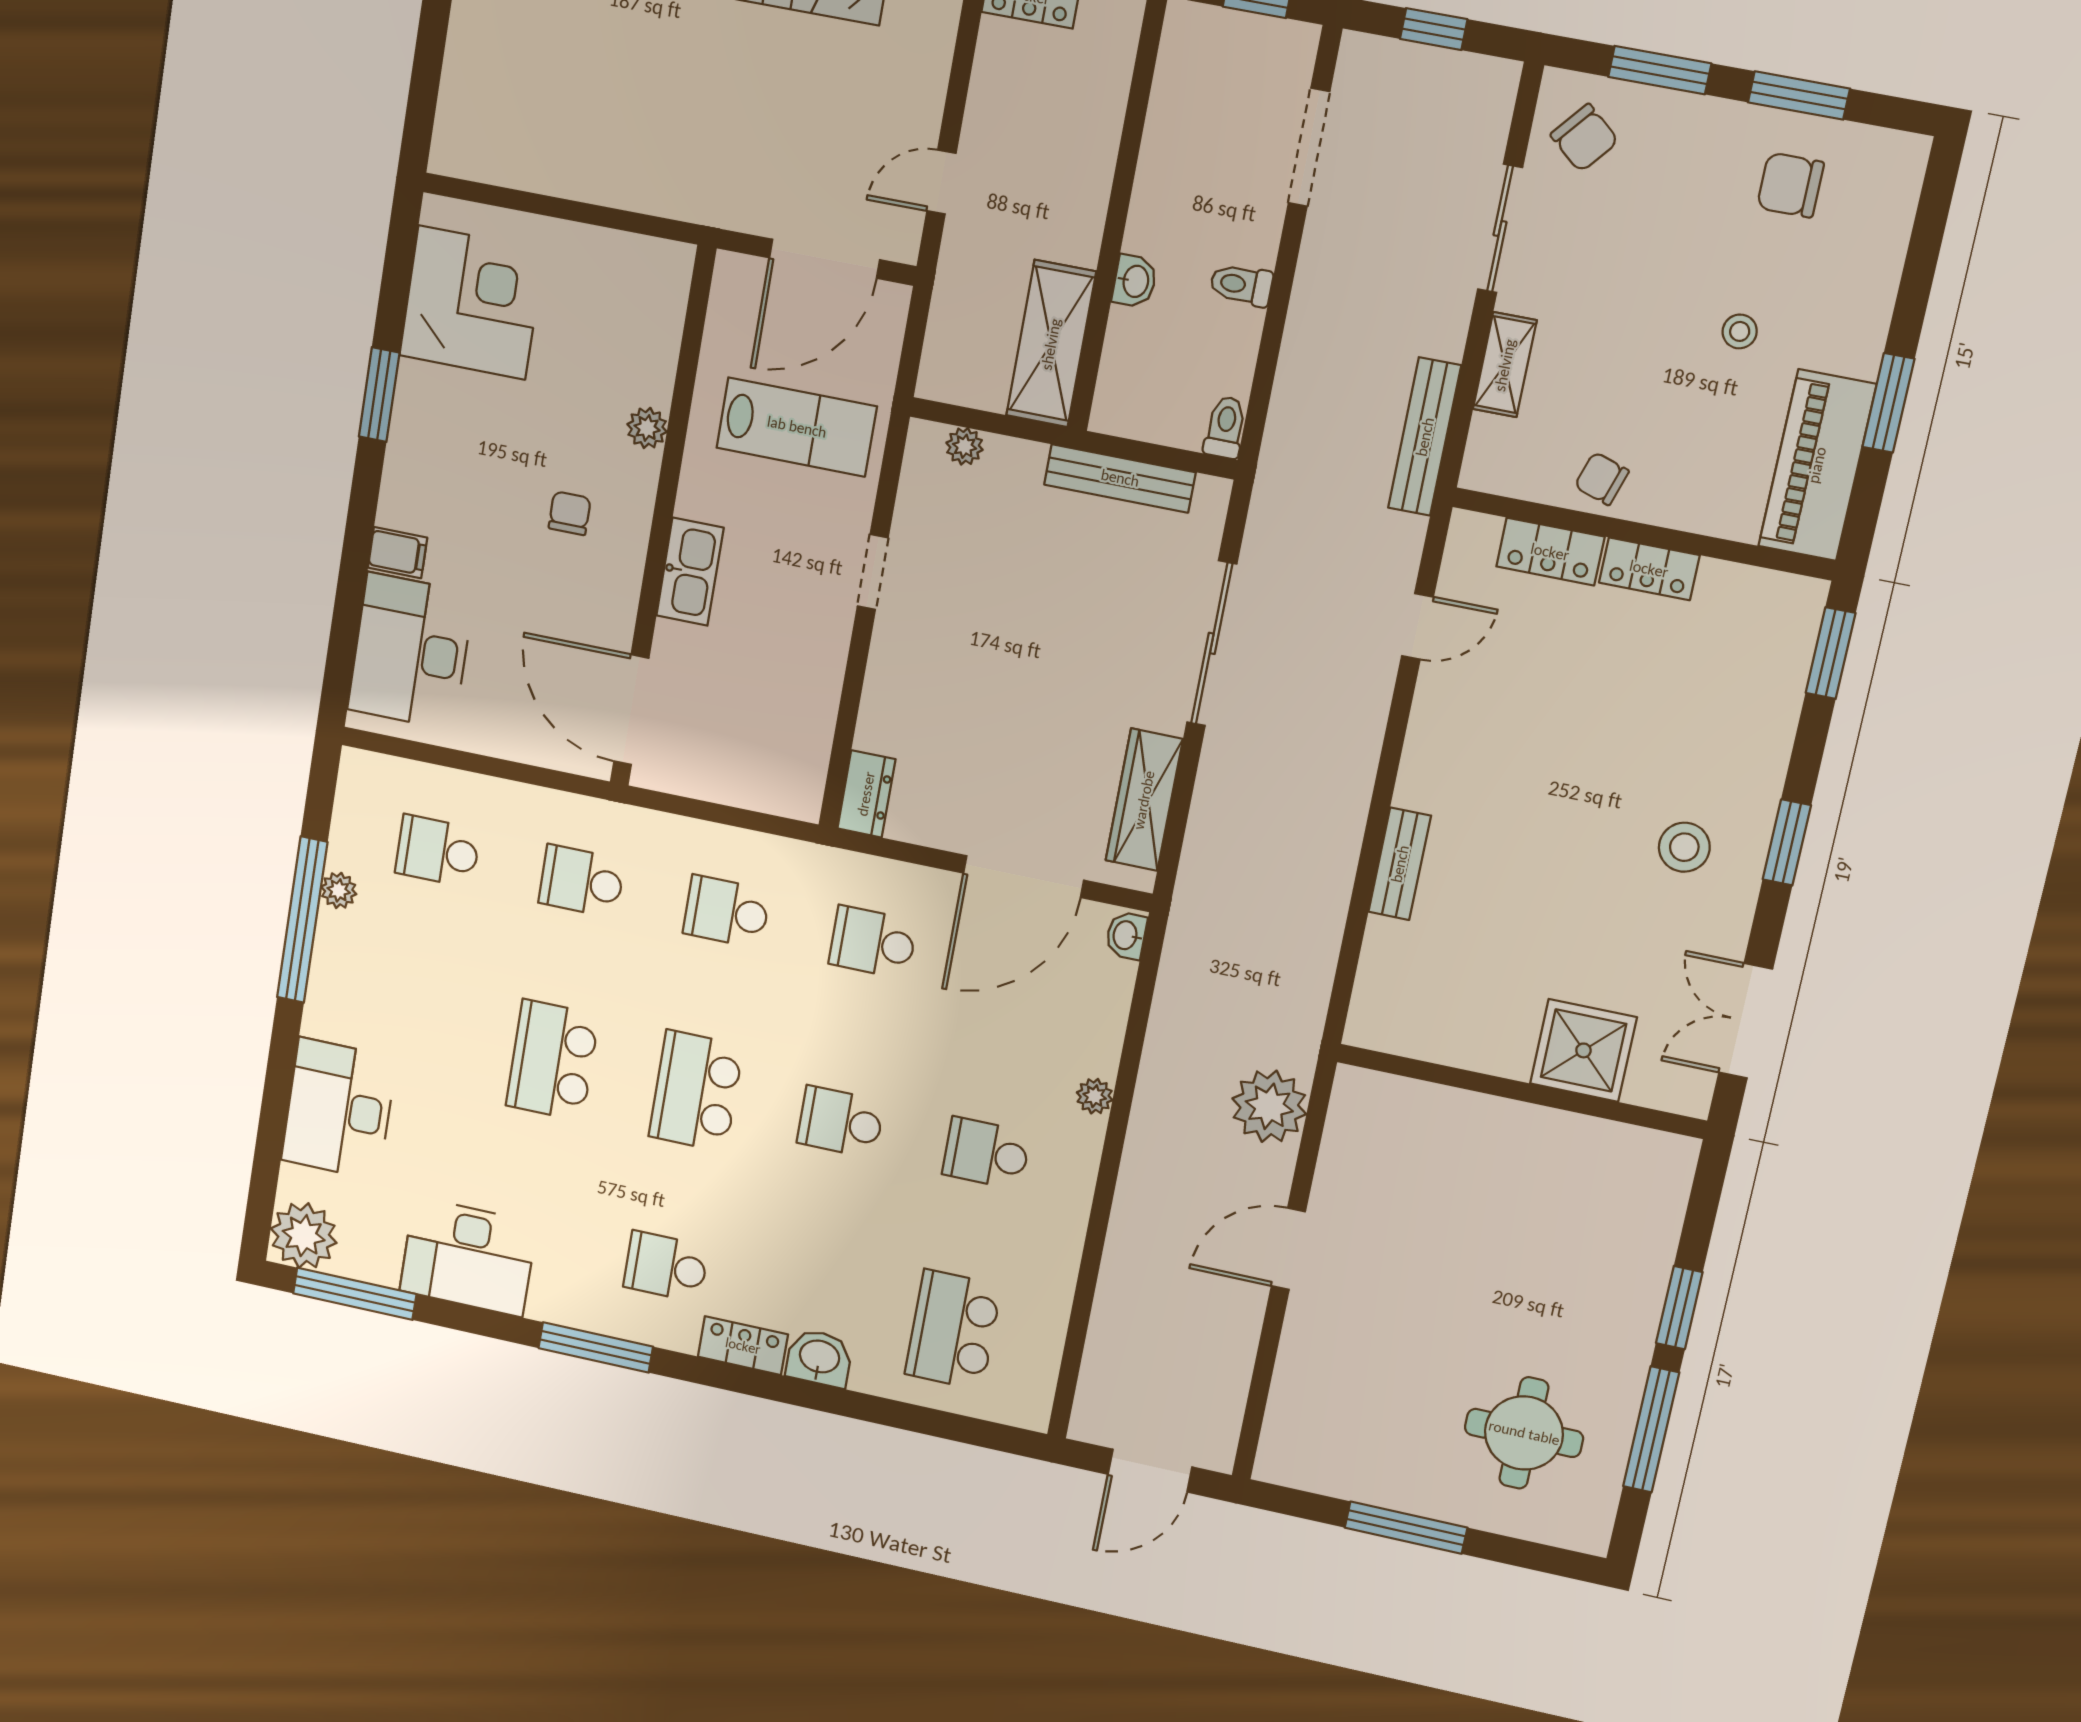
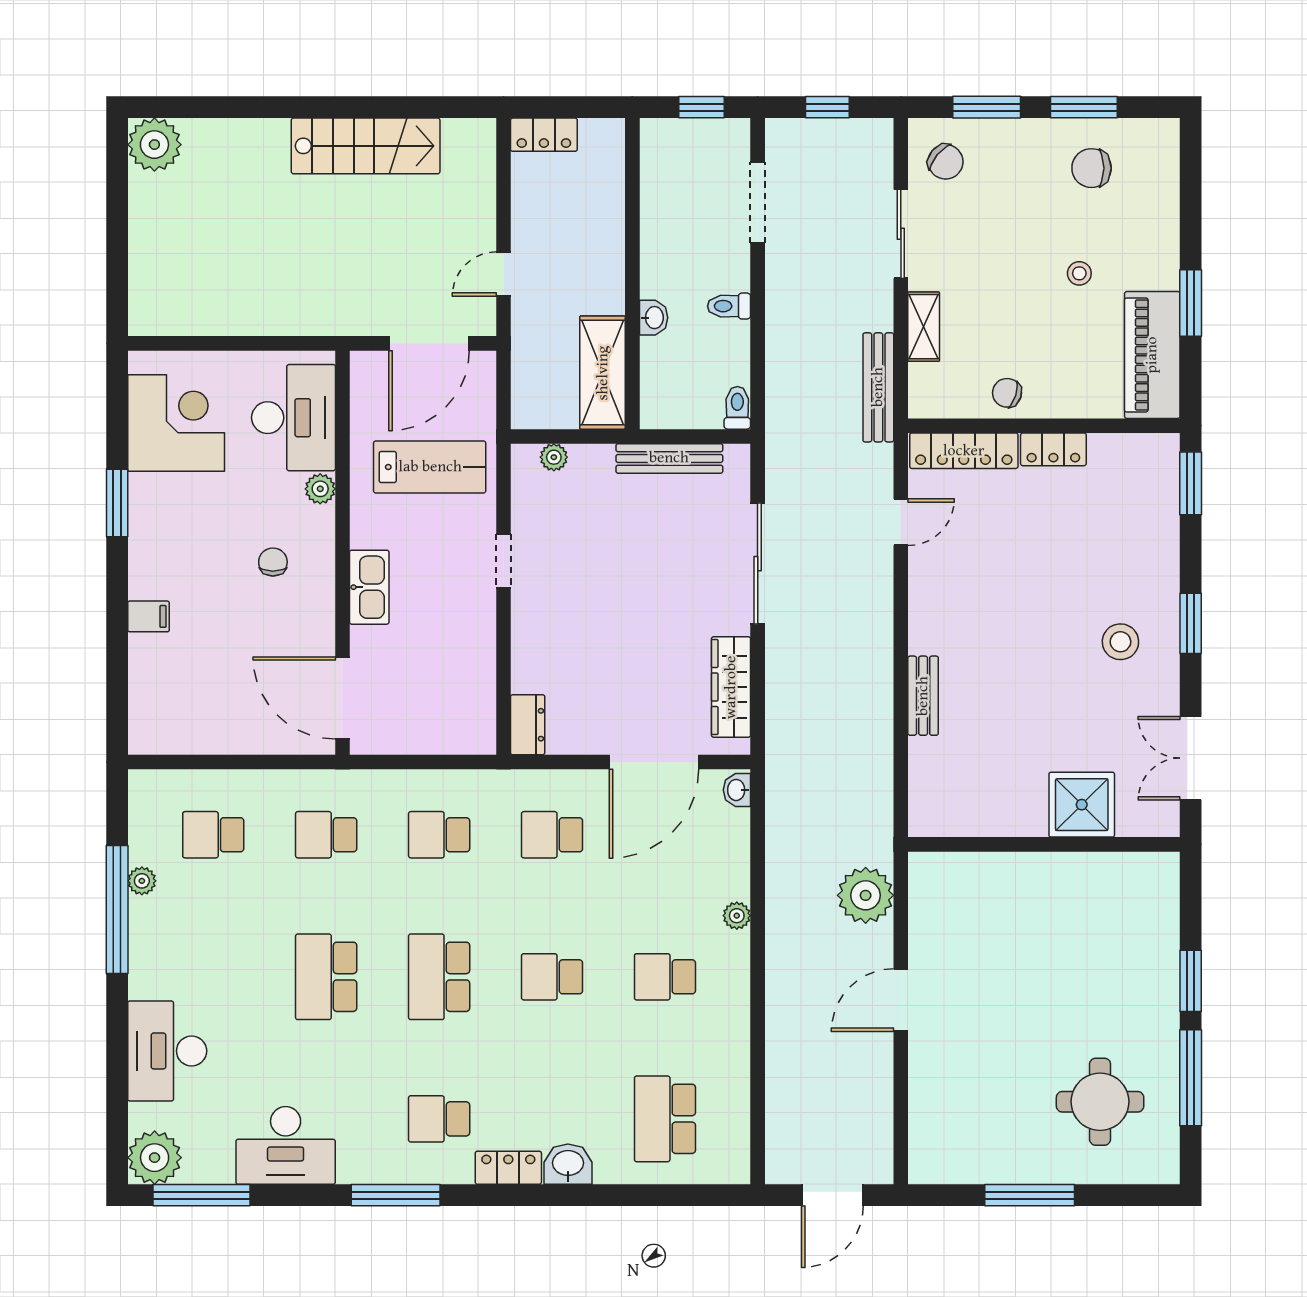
locker: (1550, 552) -> (964, 451), width x1.53
desk: (411, 651) -> (294, 418), moved, turned 180

